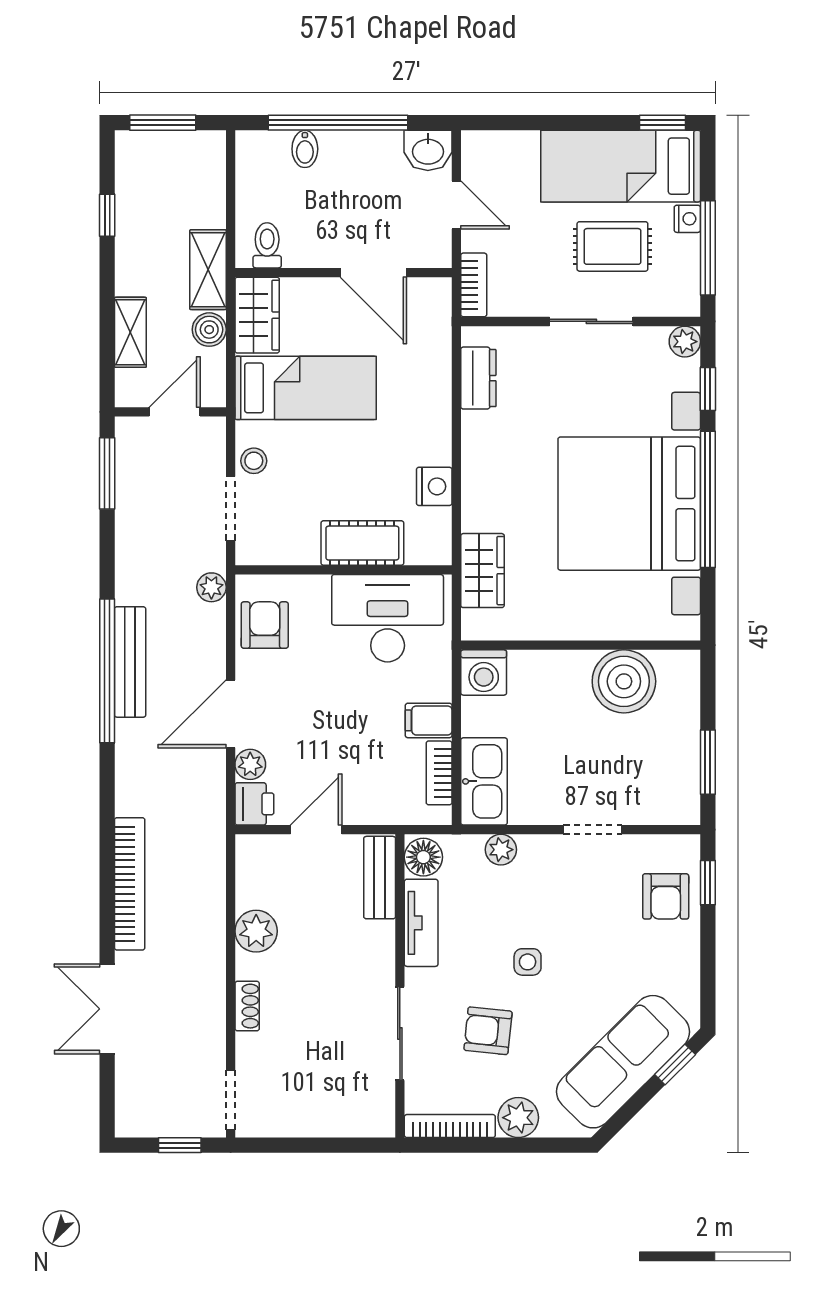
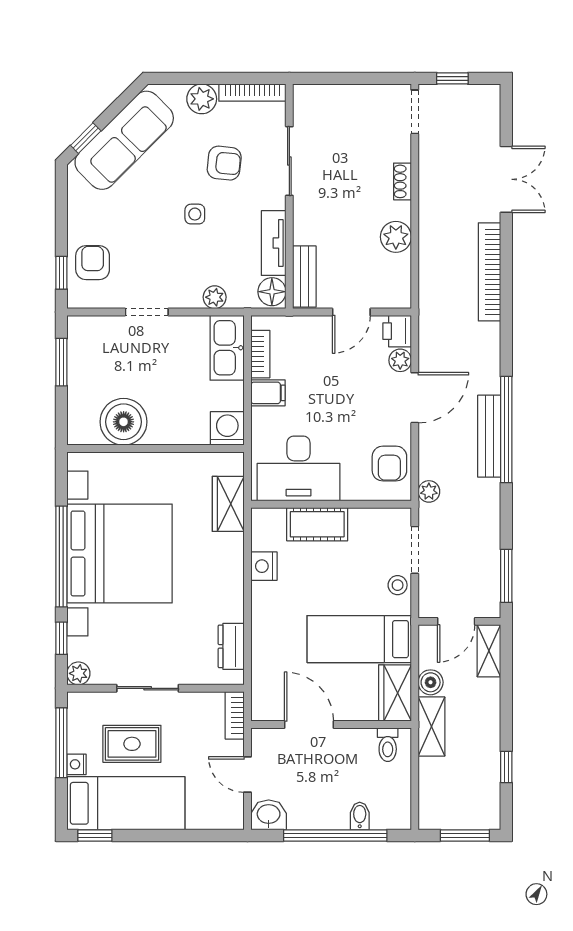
shelving: (130, 332) -> (489, 651), moved

